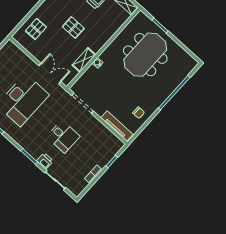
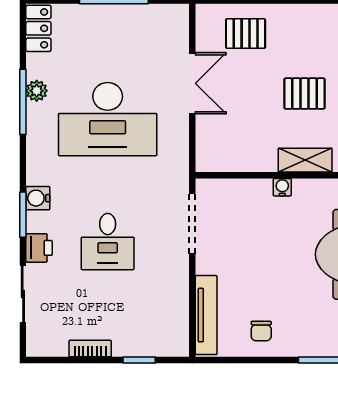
pallet: (73, 27) -> (304, 94), turned 90
shelving: (84, 60) -> (305, 160), moved
double door: (50, 74) -> (192, 83), moved
water cooler: (28, 147) -> (38, 198), added

